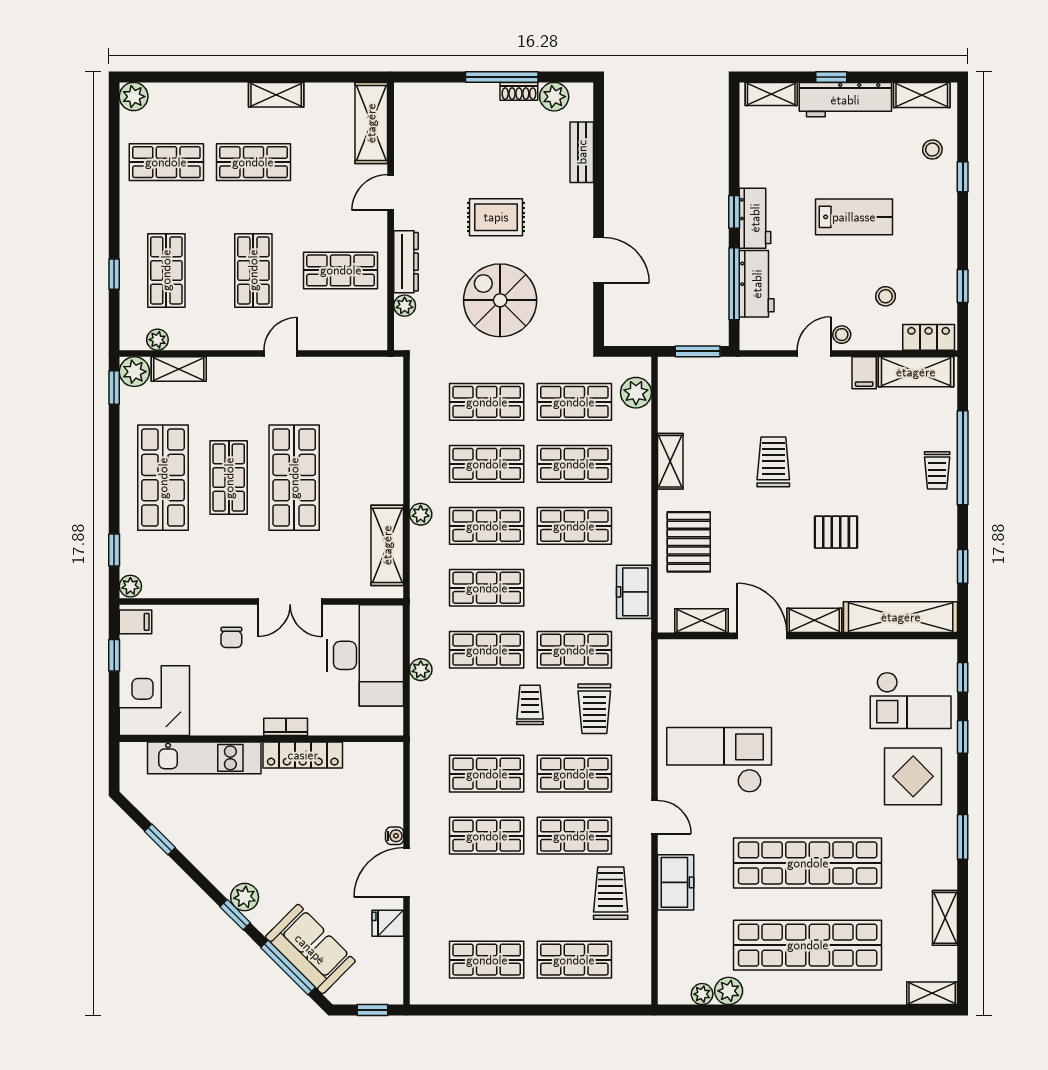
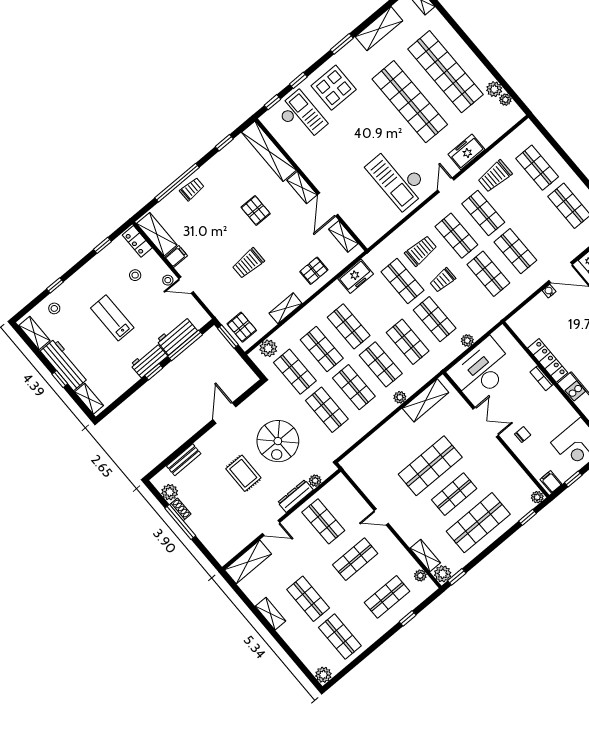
pallet: (694, 381) -> (242, 327), added
pallet: (689, 542) -> (314, 271), width x0.67, depth x0.71
shelving: (945, 918) -> (379, 29), width x1.50, depth x1.33

